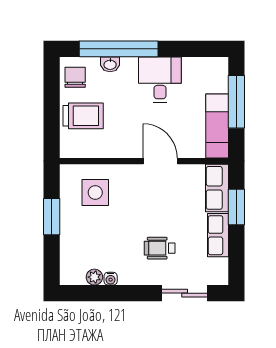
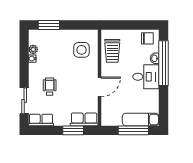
desk: (160, 80) -> (146, 77), moved
trolley: (83, 116) -> (112, 51), moved
exam couch: (217, 126) -> (141, 119), moved
window: (52, 217) -> (49, 25), moved
row of seats: (218, 235) -> (41, 120), moved

